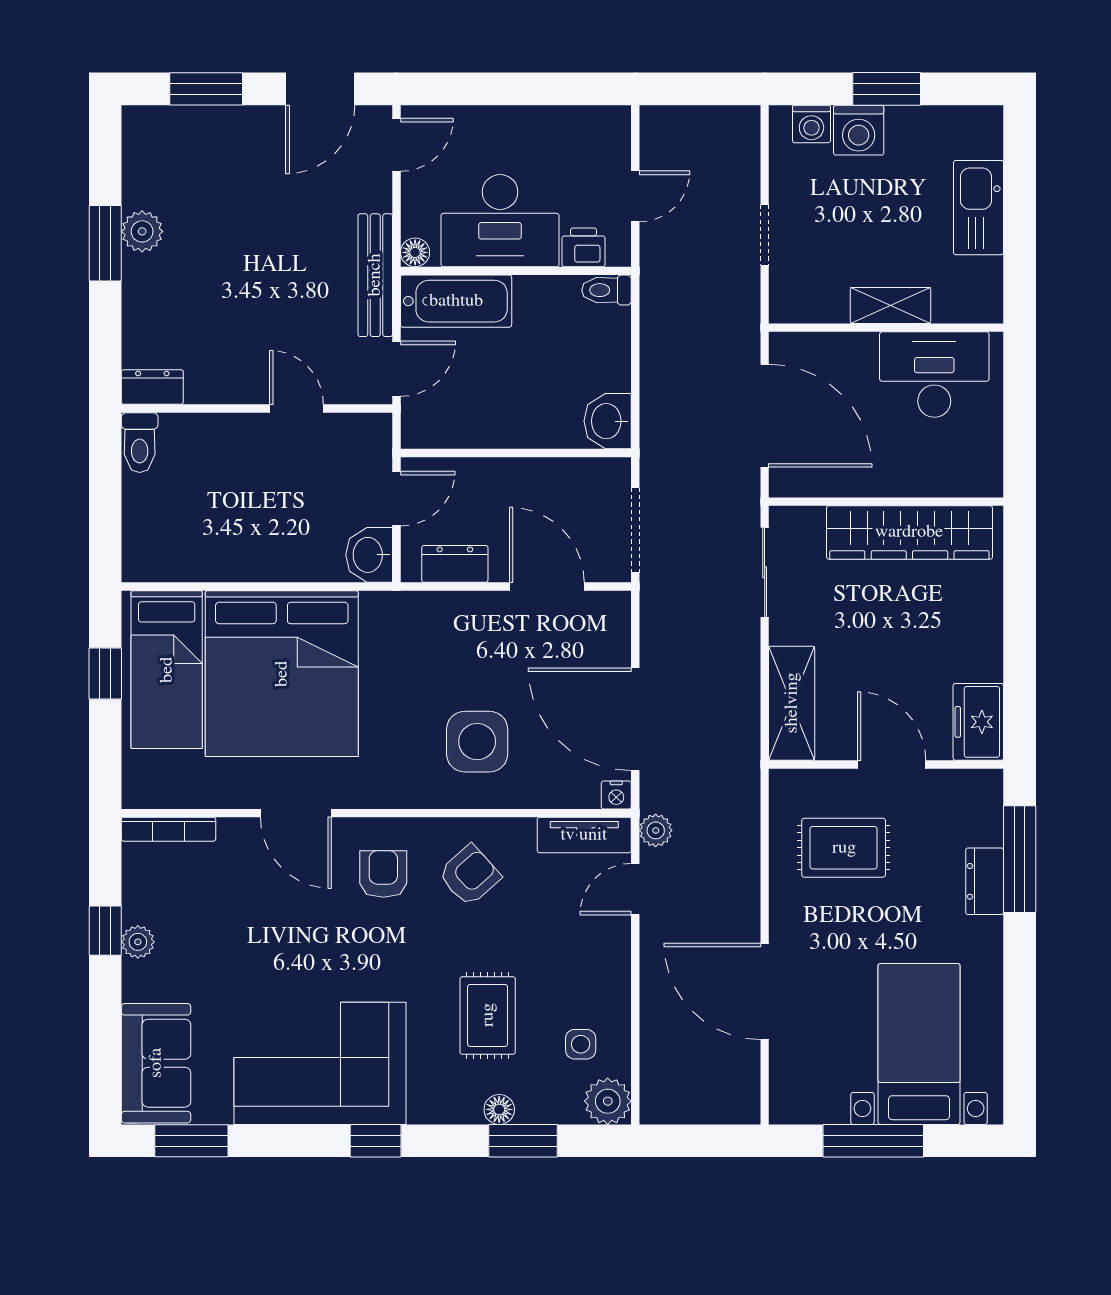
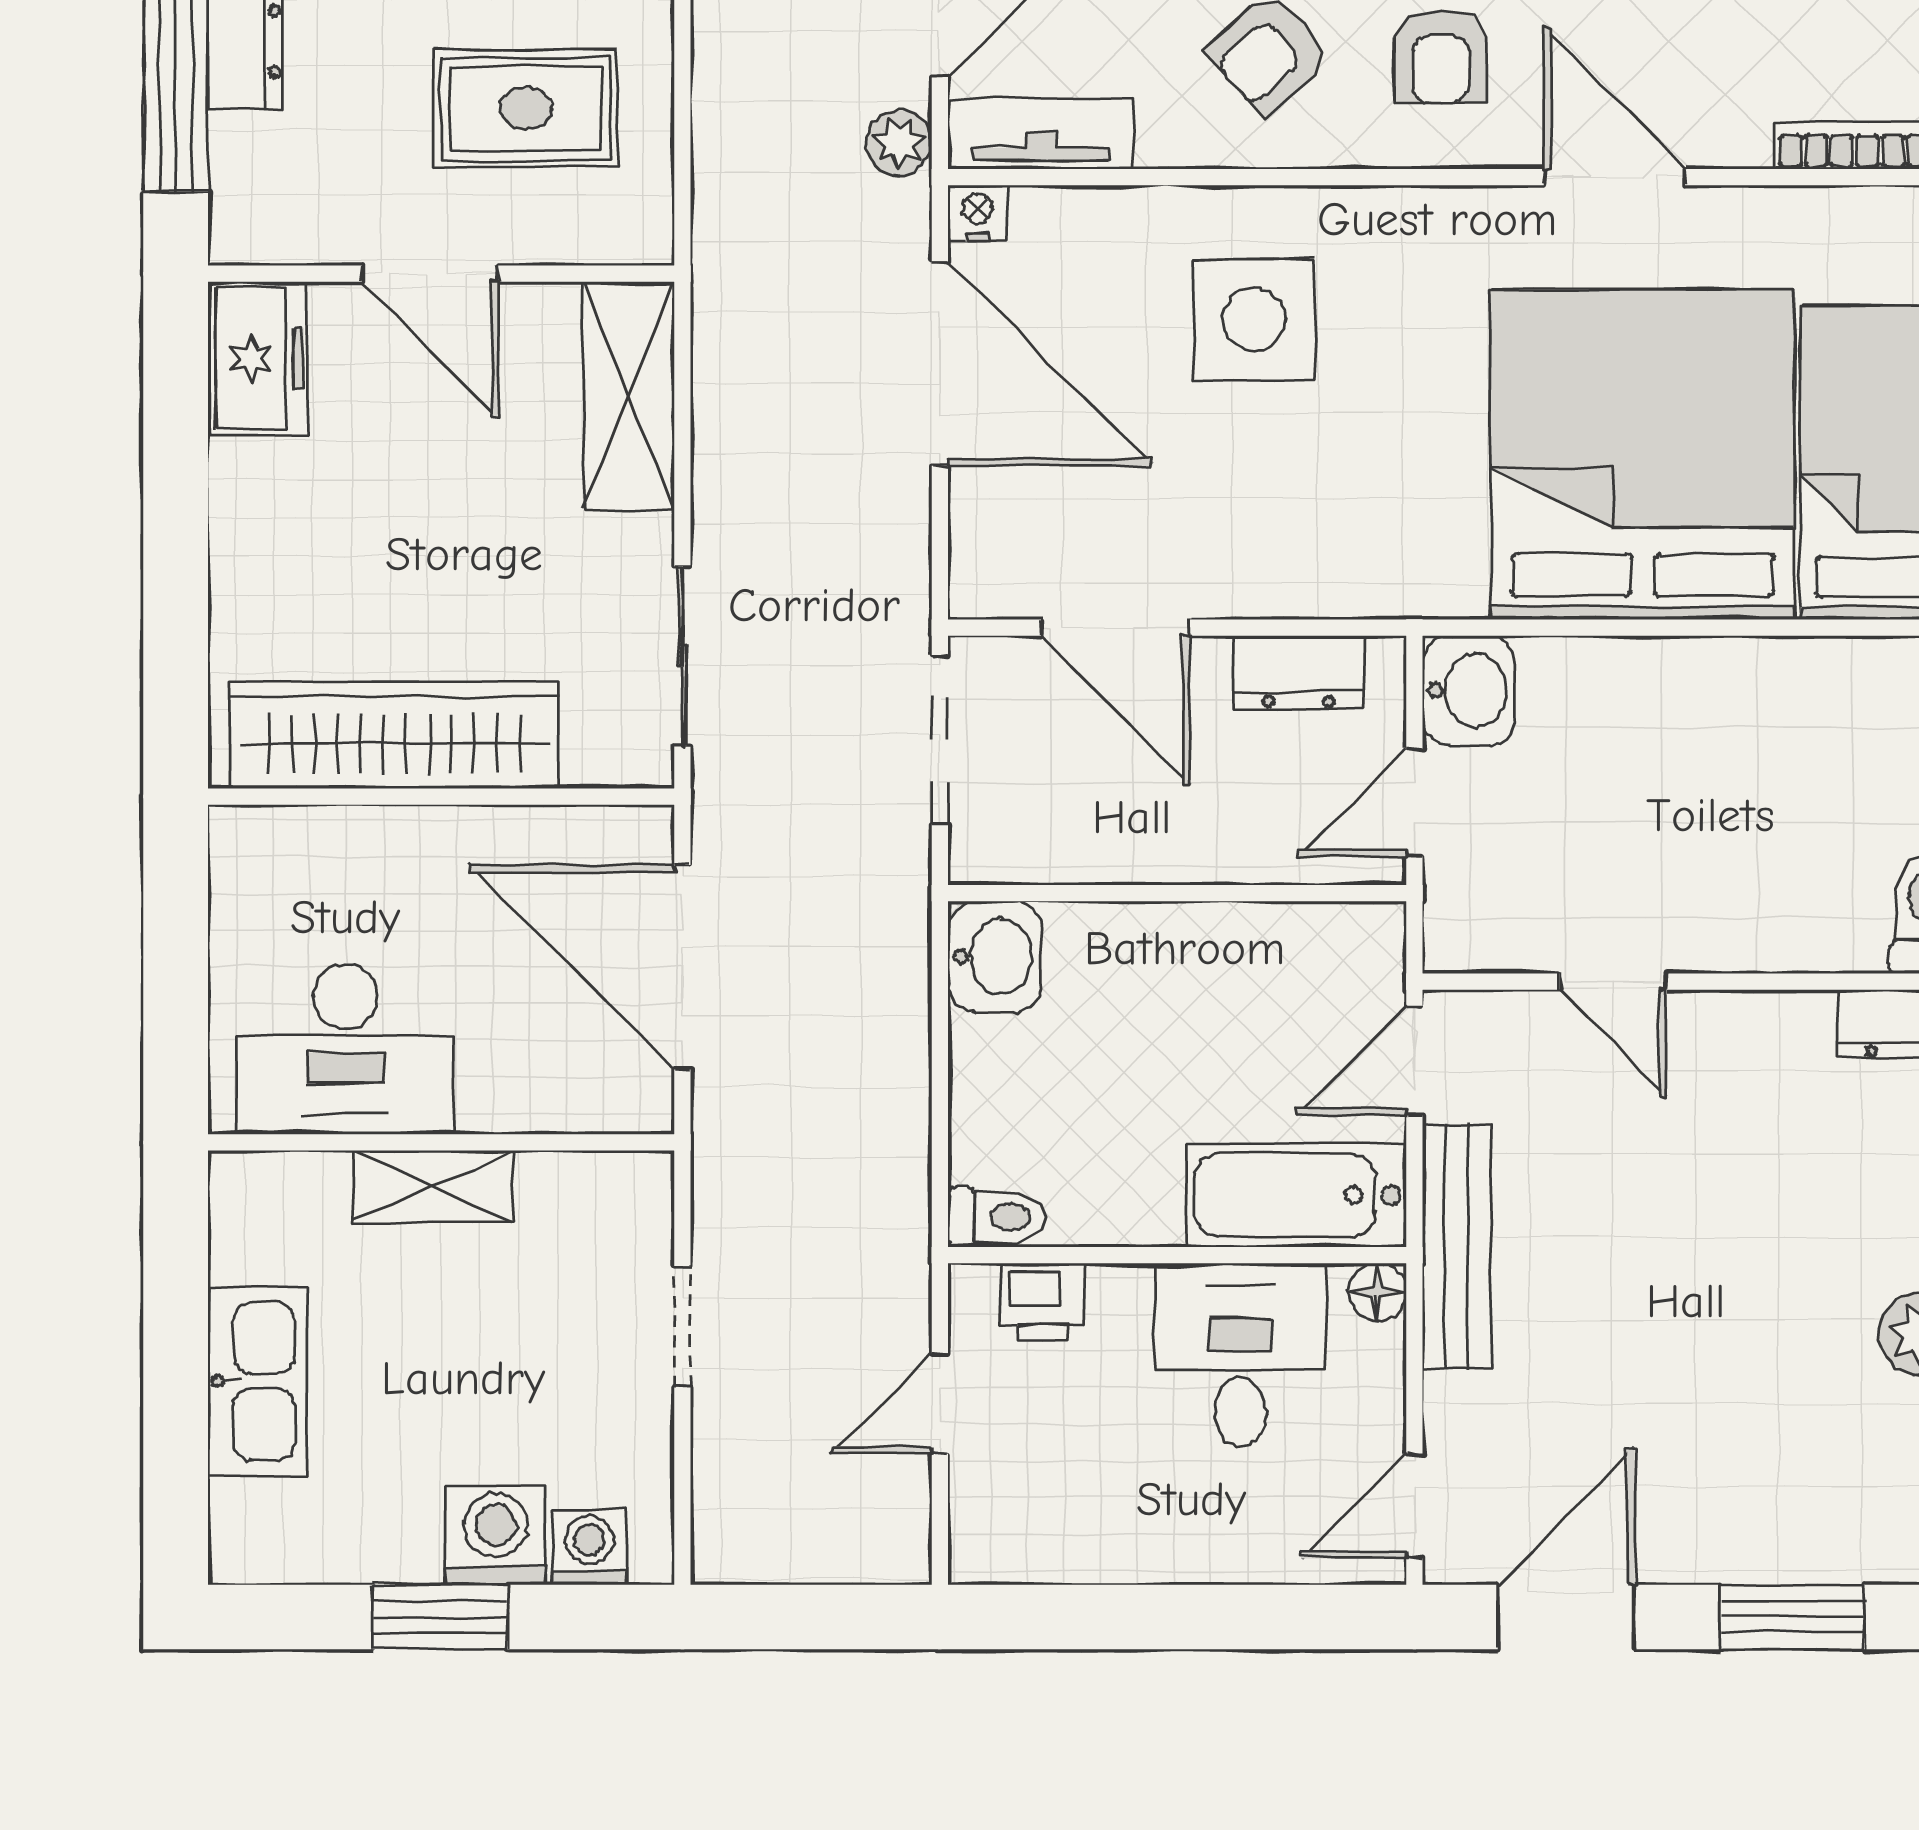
desk: (500, 221) -> (1240, 1355), width x0.73

